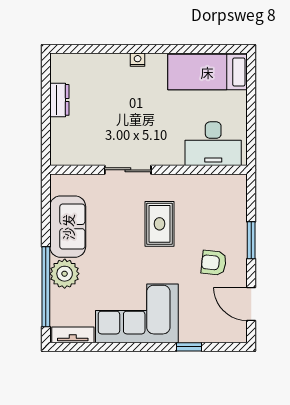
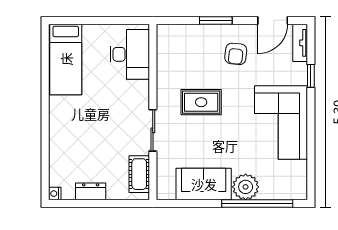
nightstand: (138, 60) -> (55, 194), moved
cot: (79, 154) -> (139, 174), added
tv unit: (73, 335) -> (300, 43), moved

